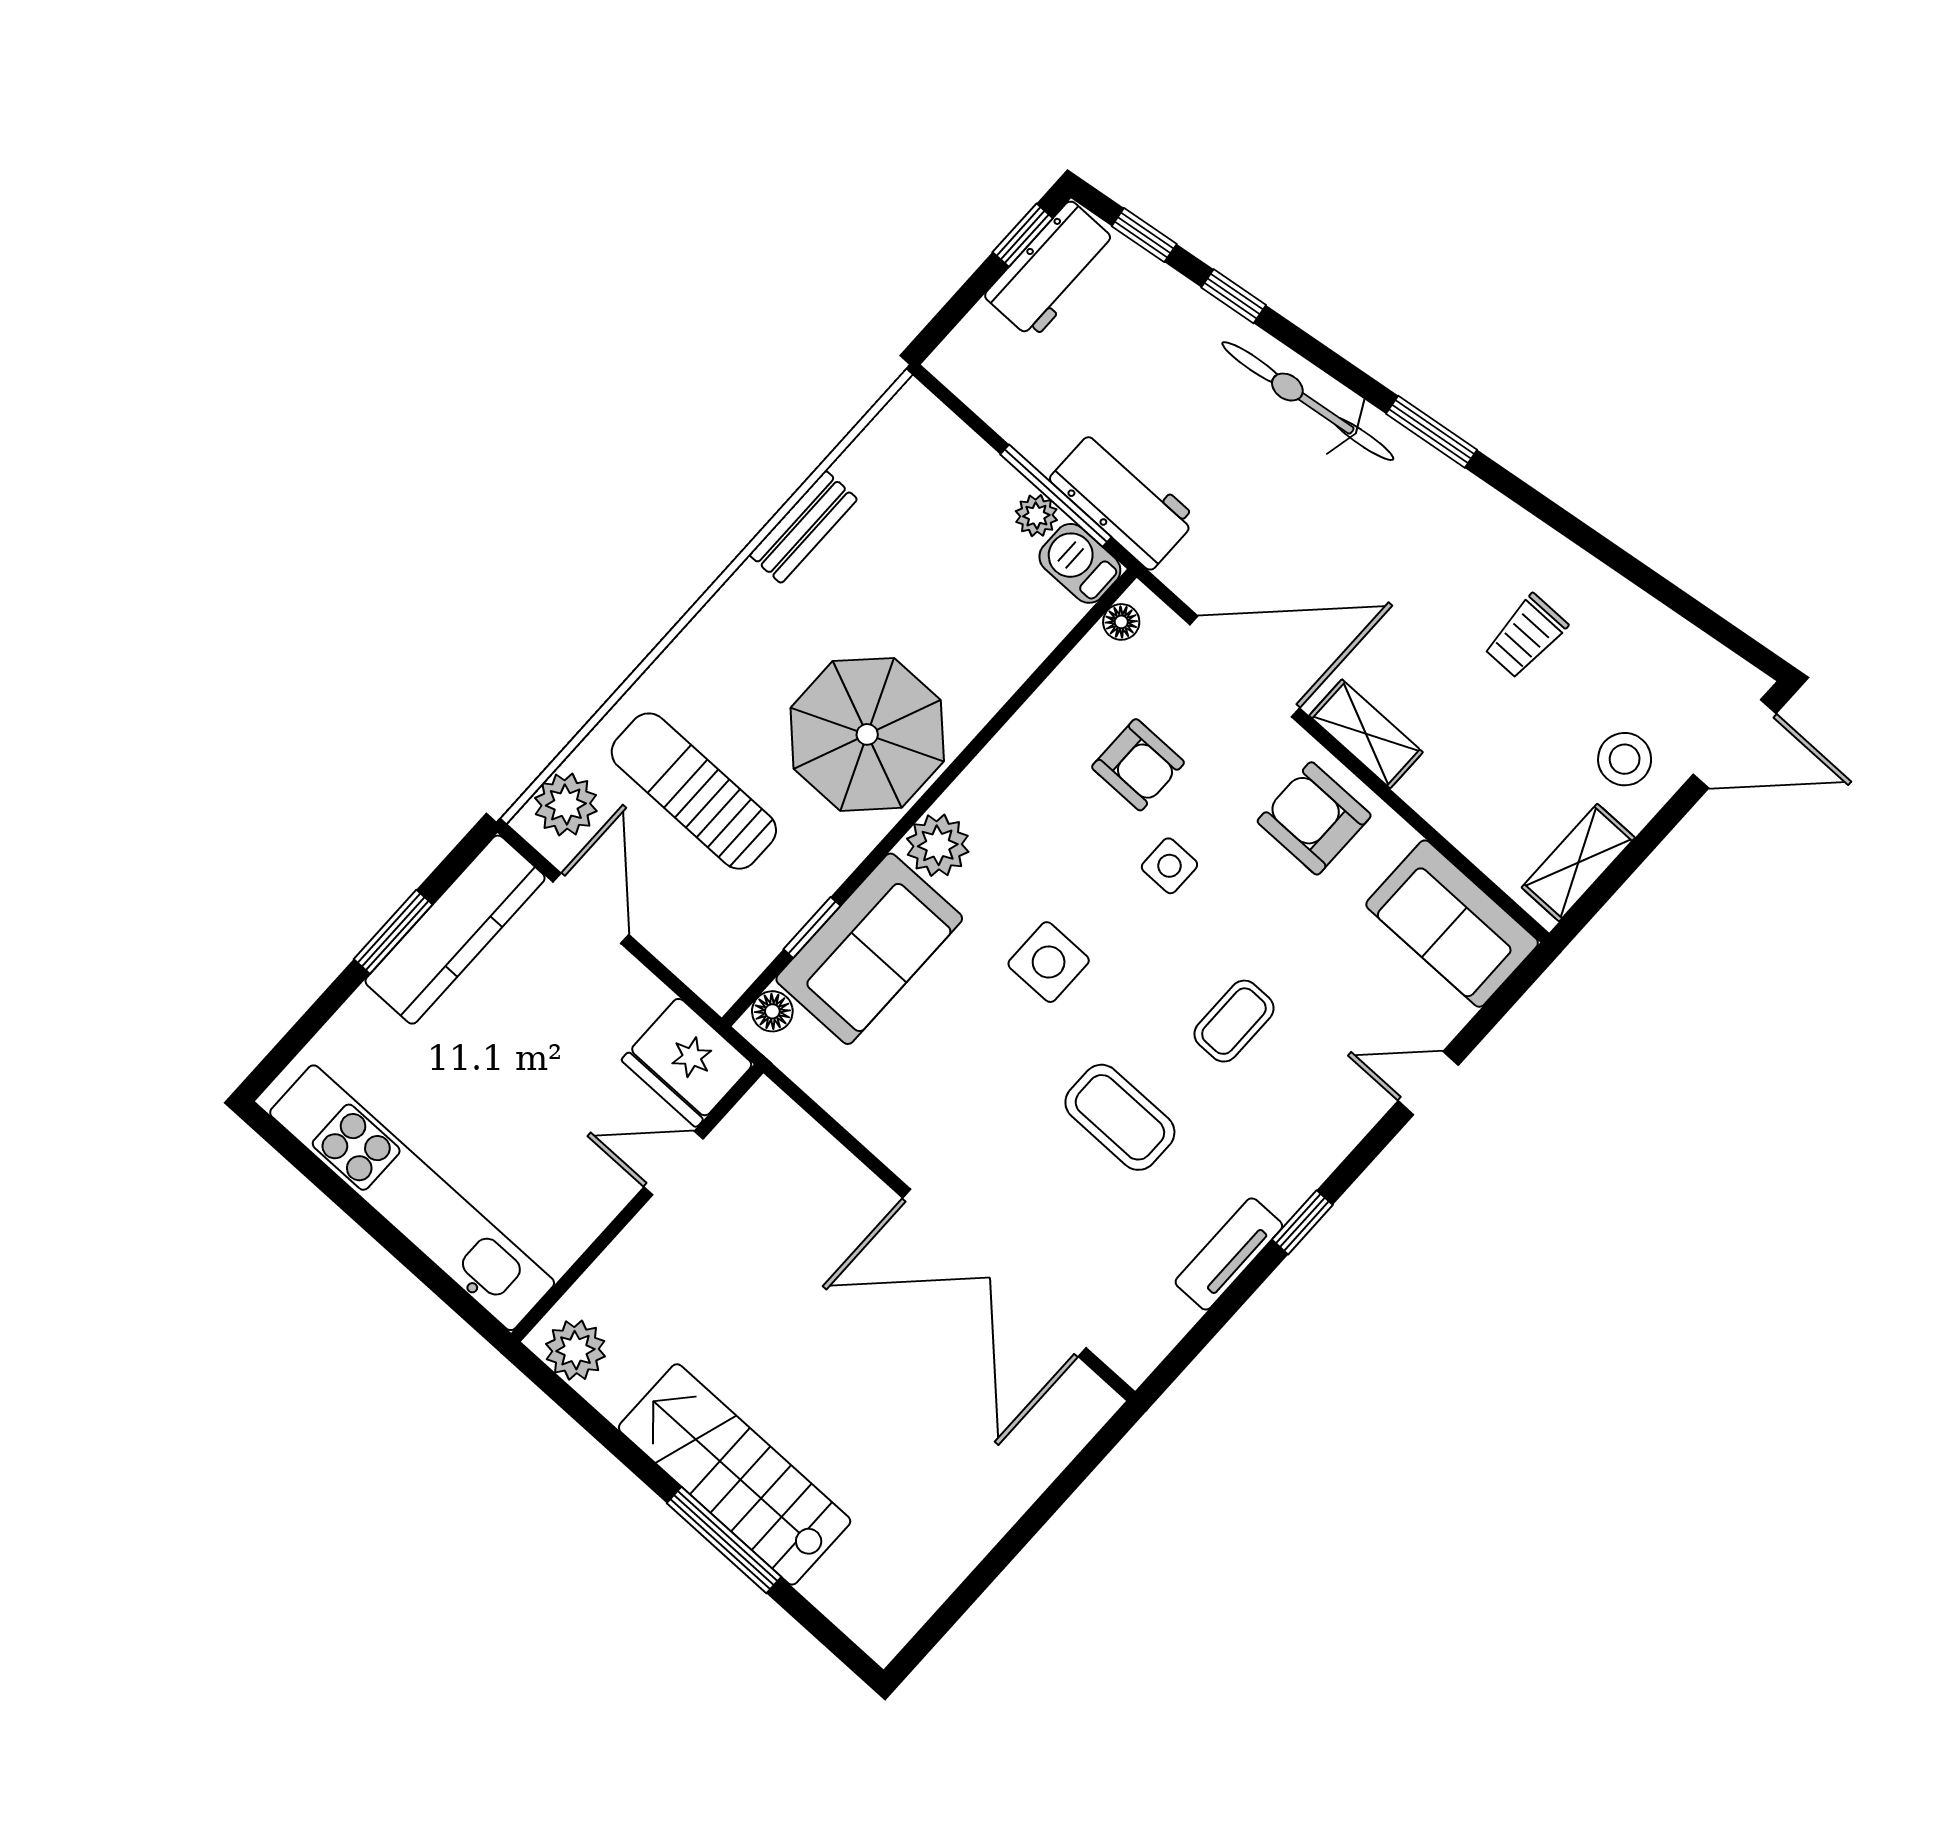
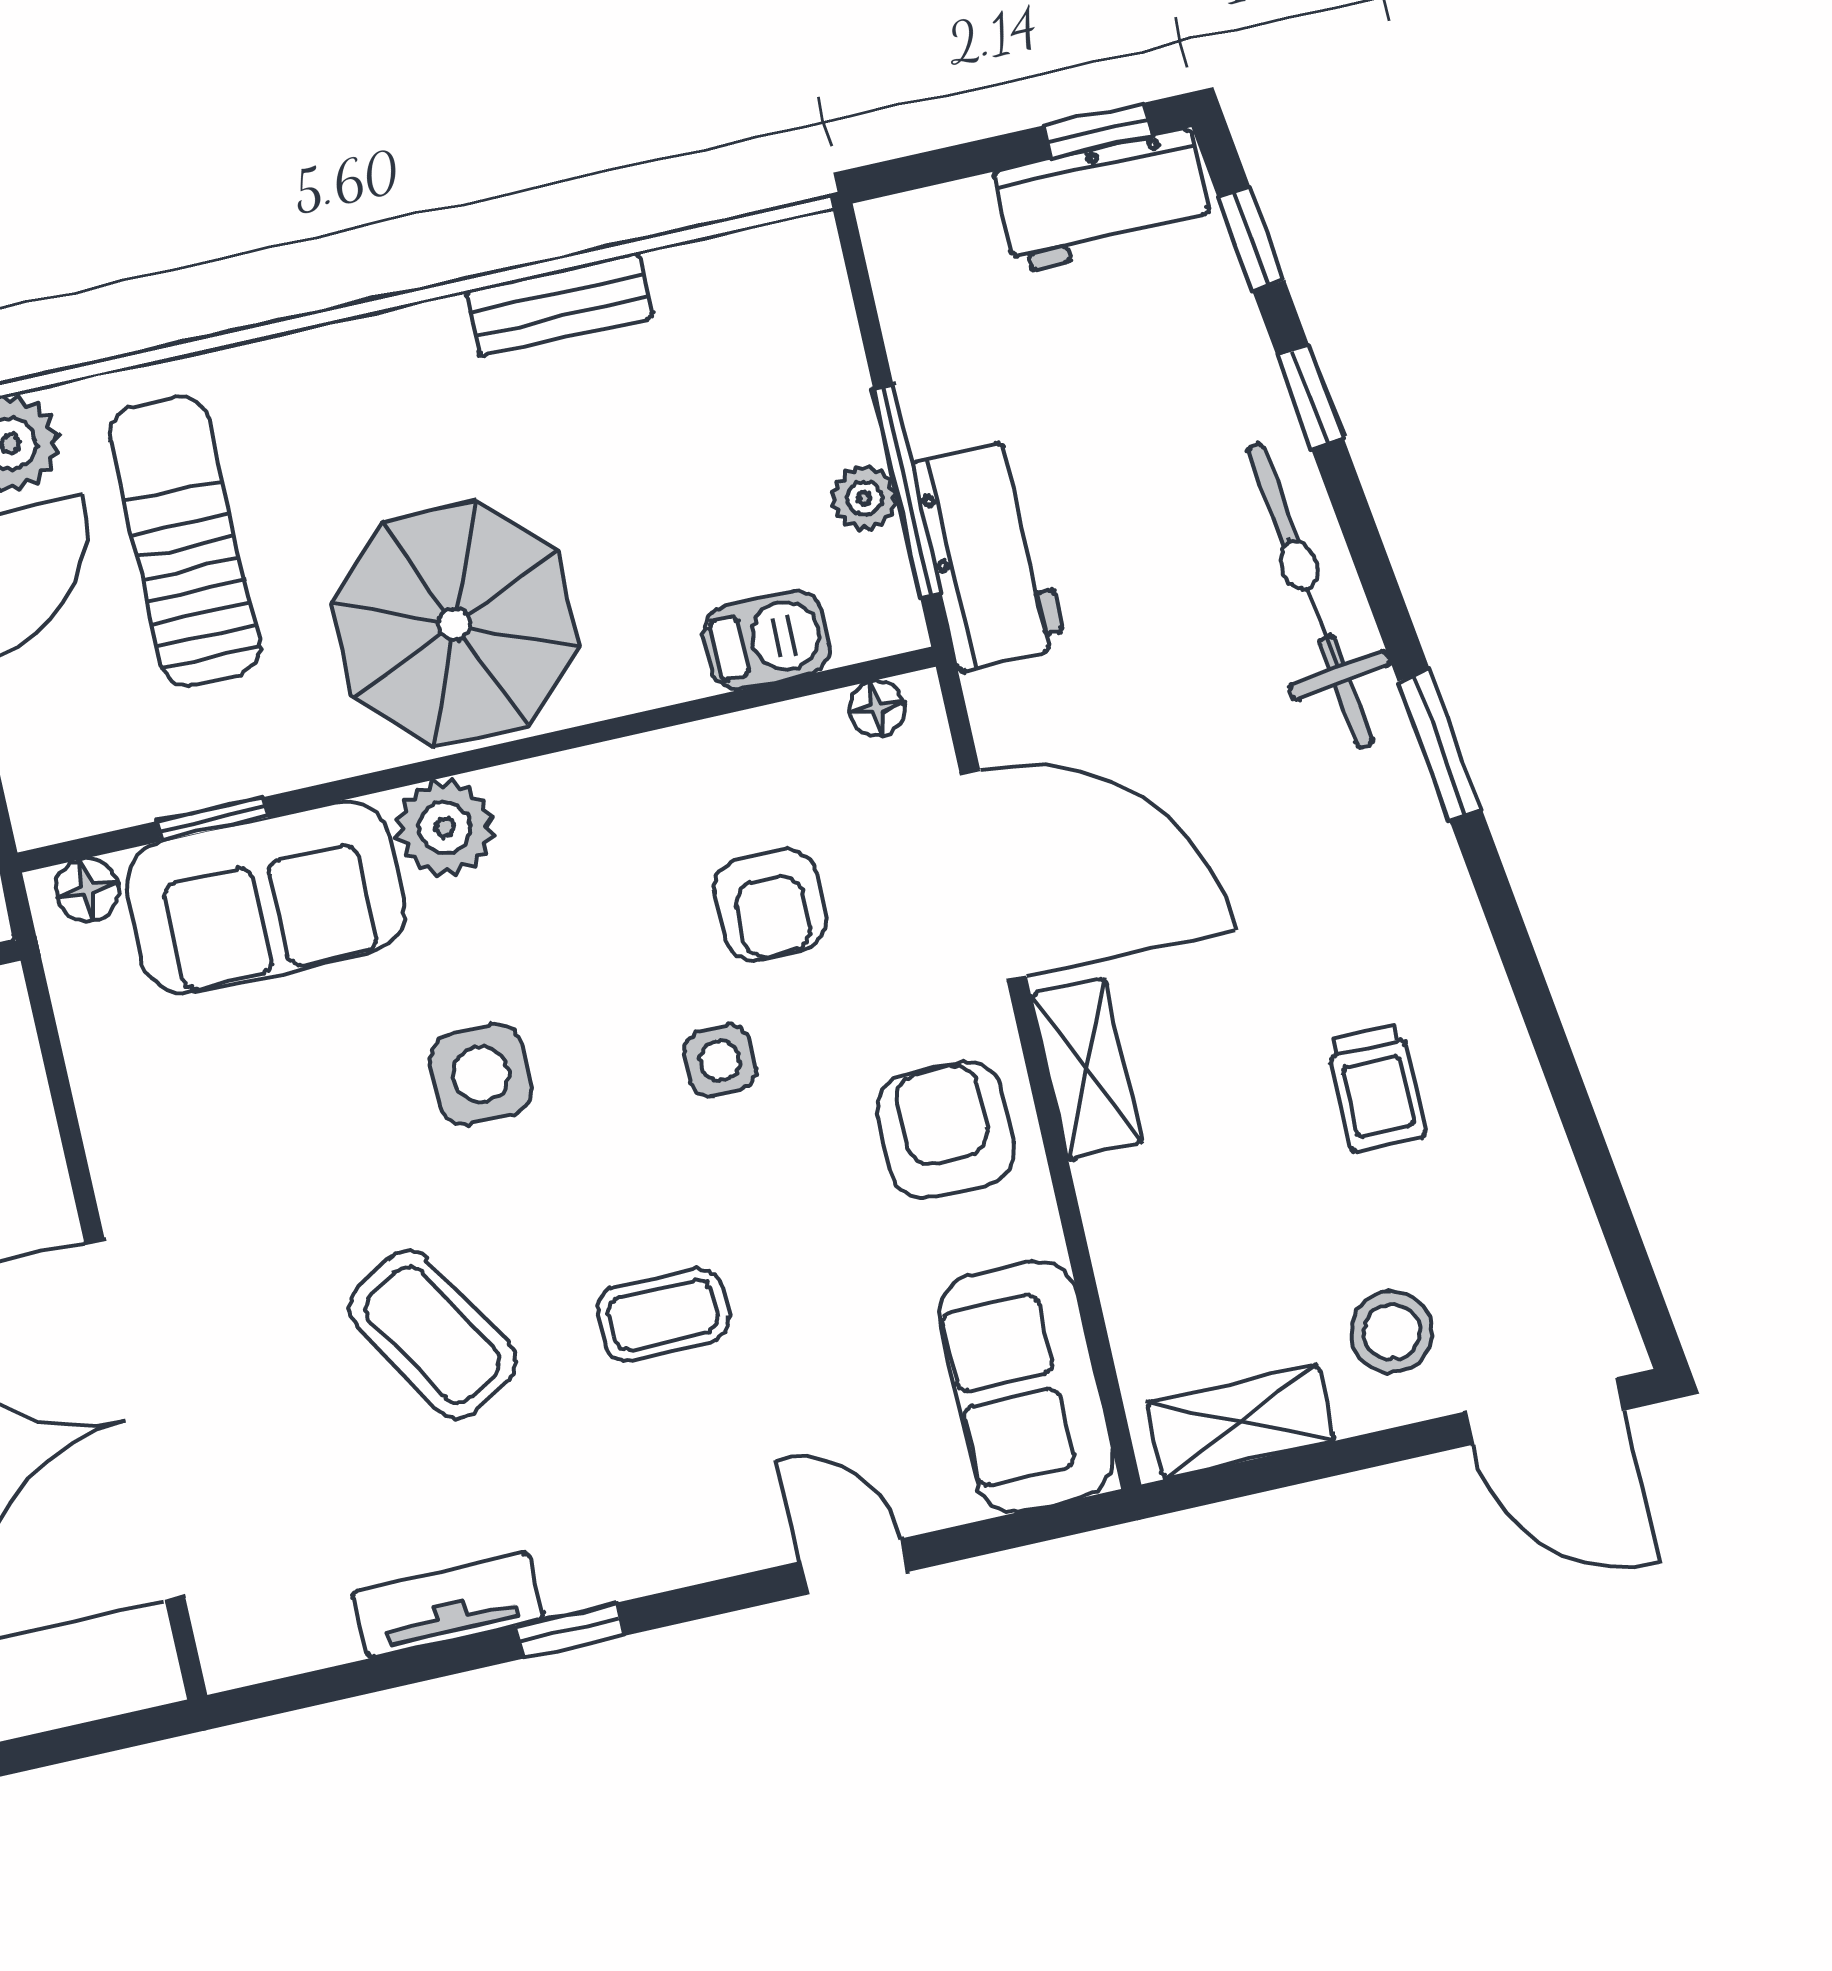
barbecue: (1080, 563) -> (767, 640), moved, turned 90
trolley: (1526, 636) -> (1376, 1088), turned -90
coffee table: (1120, 1117) -> (433, 1335), turned -31

